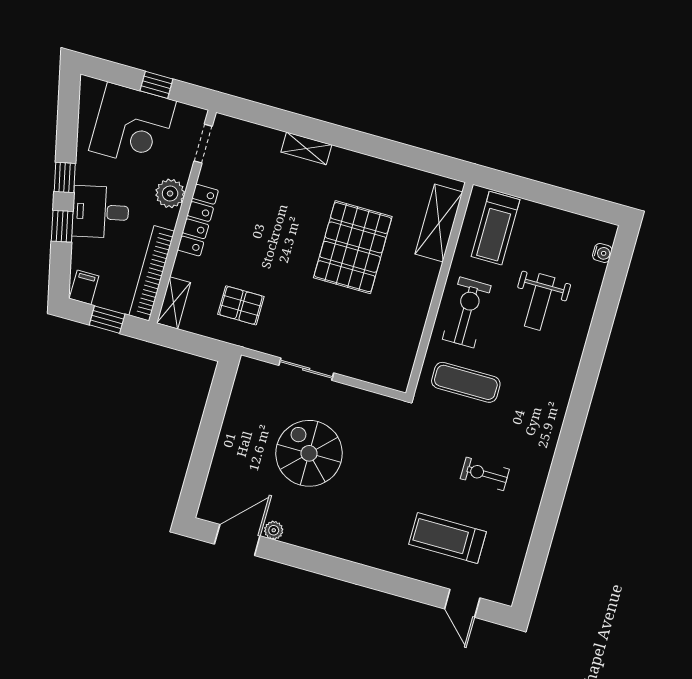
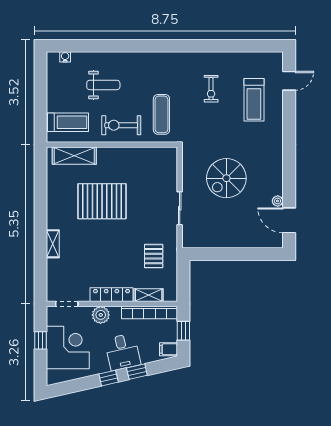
shelving: (174, 303) -> (149, 295), moved
spiral stairs: (309, 453) -> (226, 178), moved

